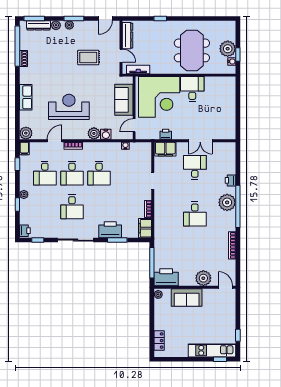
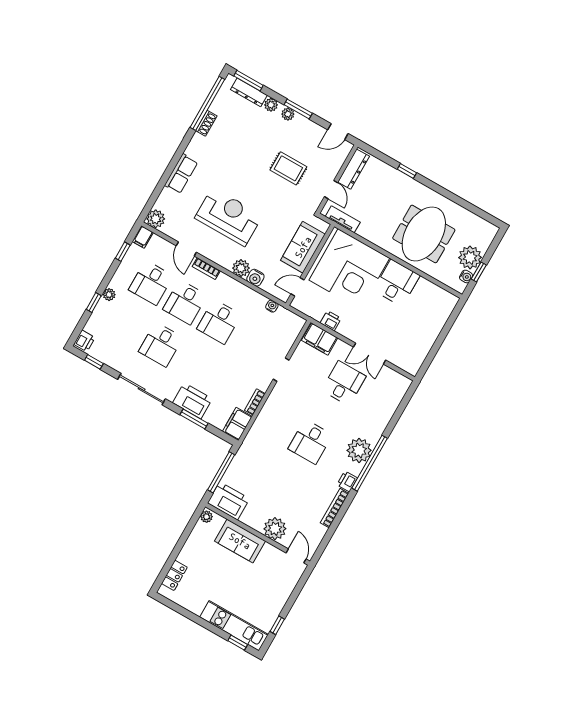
door: (55, 141) -> (186, 249), swing flipped
printer: (231, 180) -> (347, 481), moved

